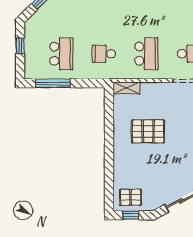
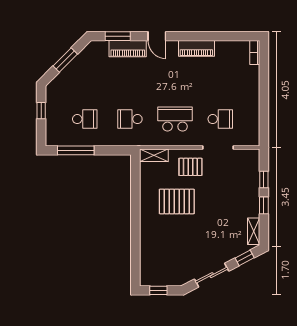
school desk: (61, 54) -> (85, 119), width x0.54
school desk: (146, 54) -> (175, 119), turned -90
pallet: (131, 197) -> (190, 167), moved

